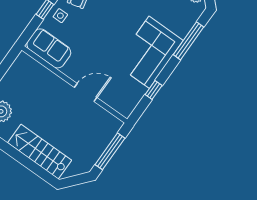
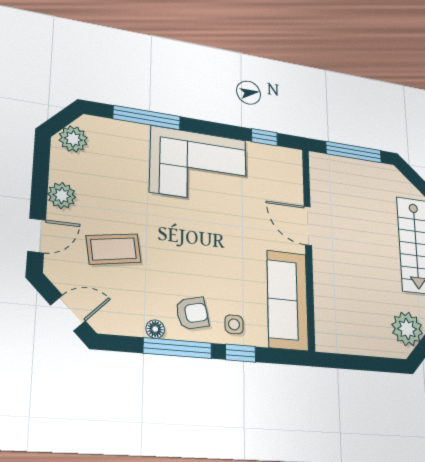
sofa: (49, 48) -> (288, 300), width x1.36
window: (154, 90) -> (264, 137), moved

